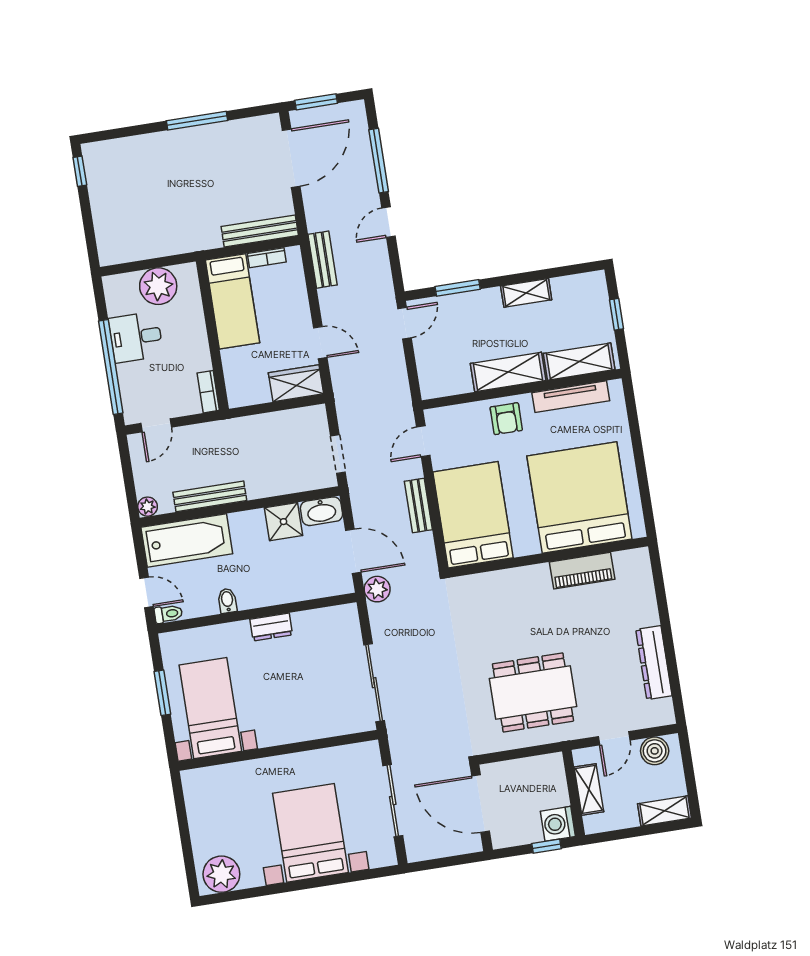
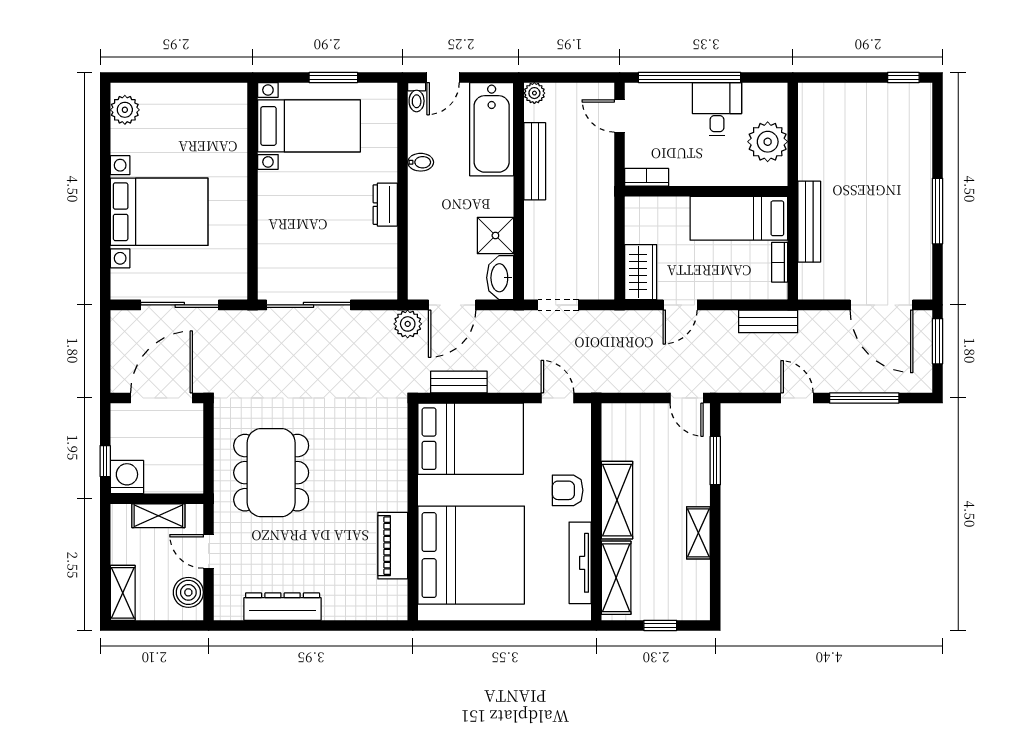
bench: (260, 231) -> (809, 222), moved
bench: (418, 505) -> (459, 382), moved
plant: (221, 874) -> (125, 110), width x0.73, depth x0.73

